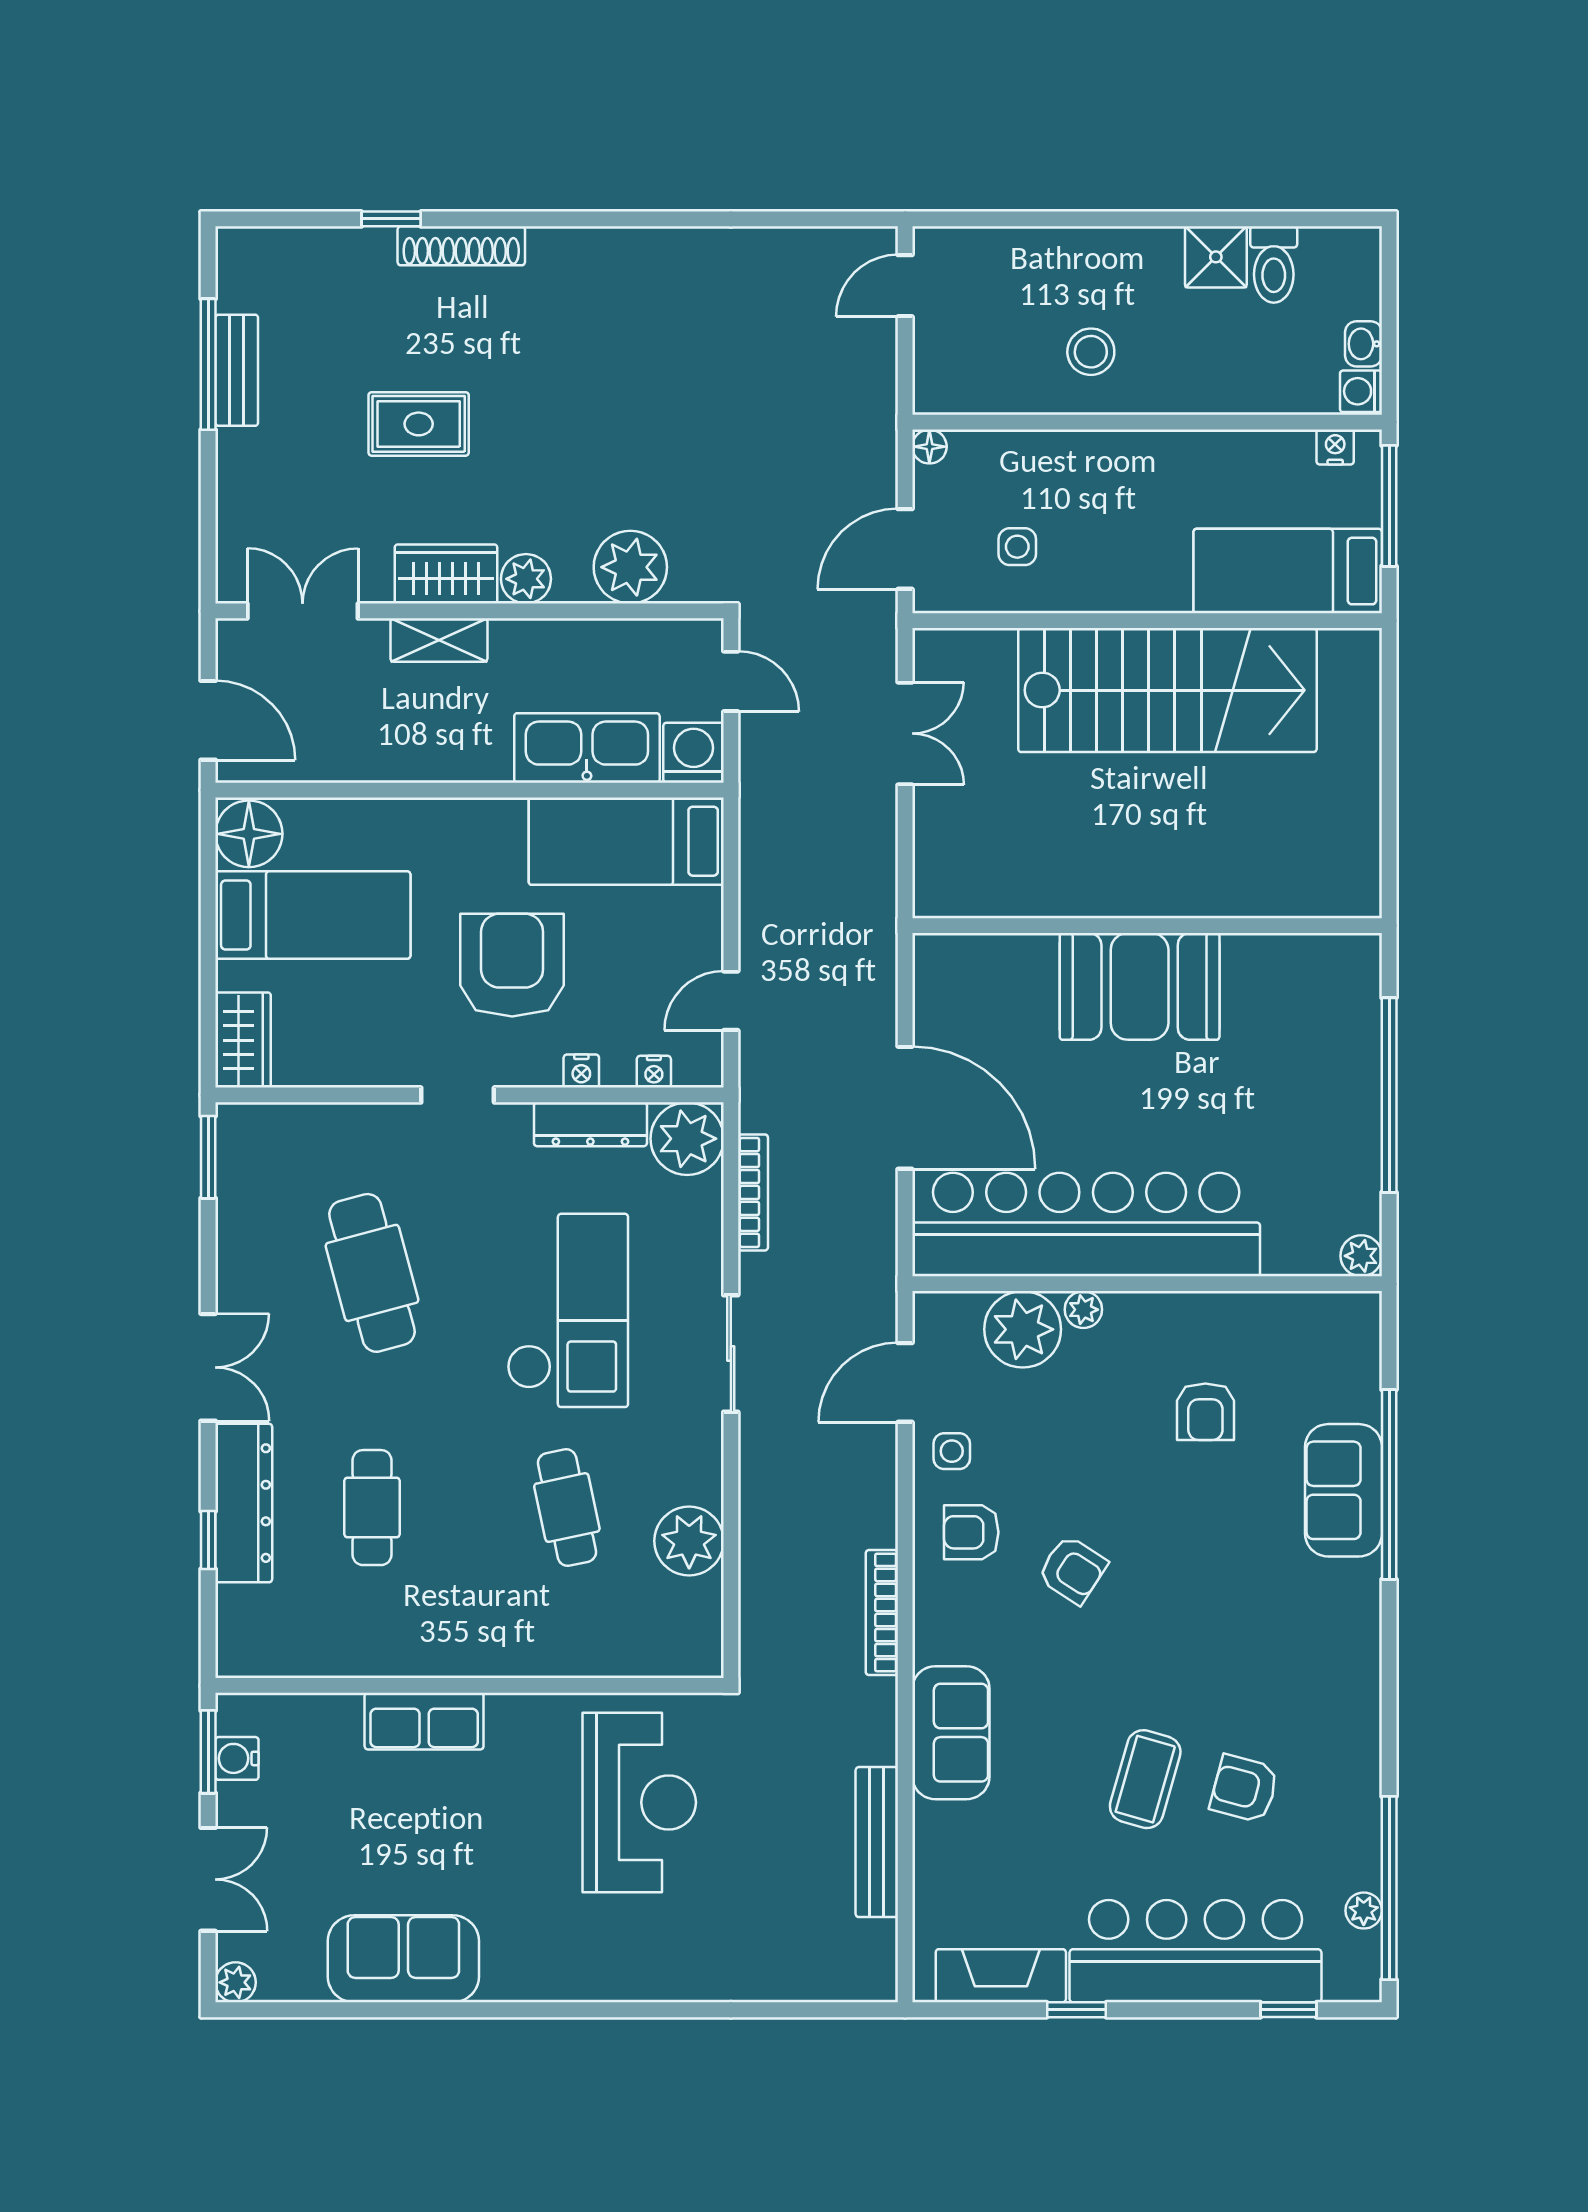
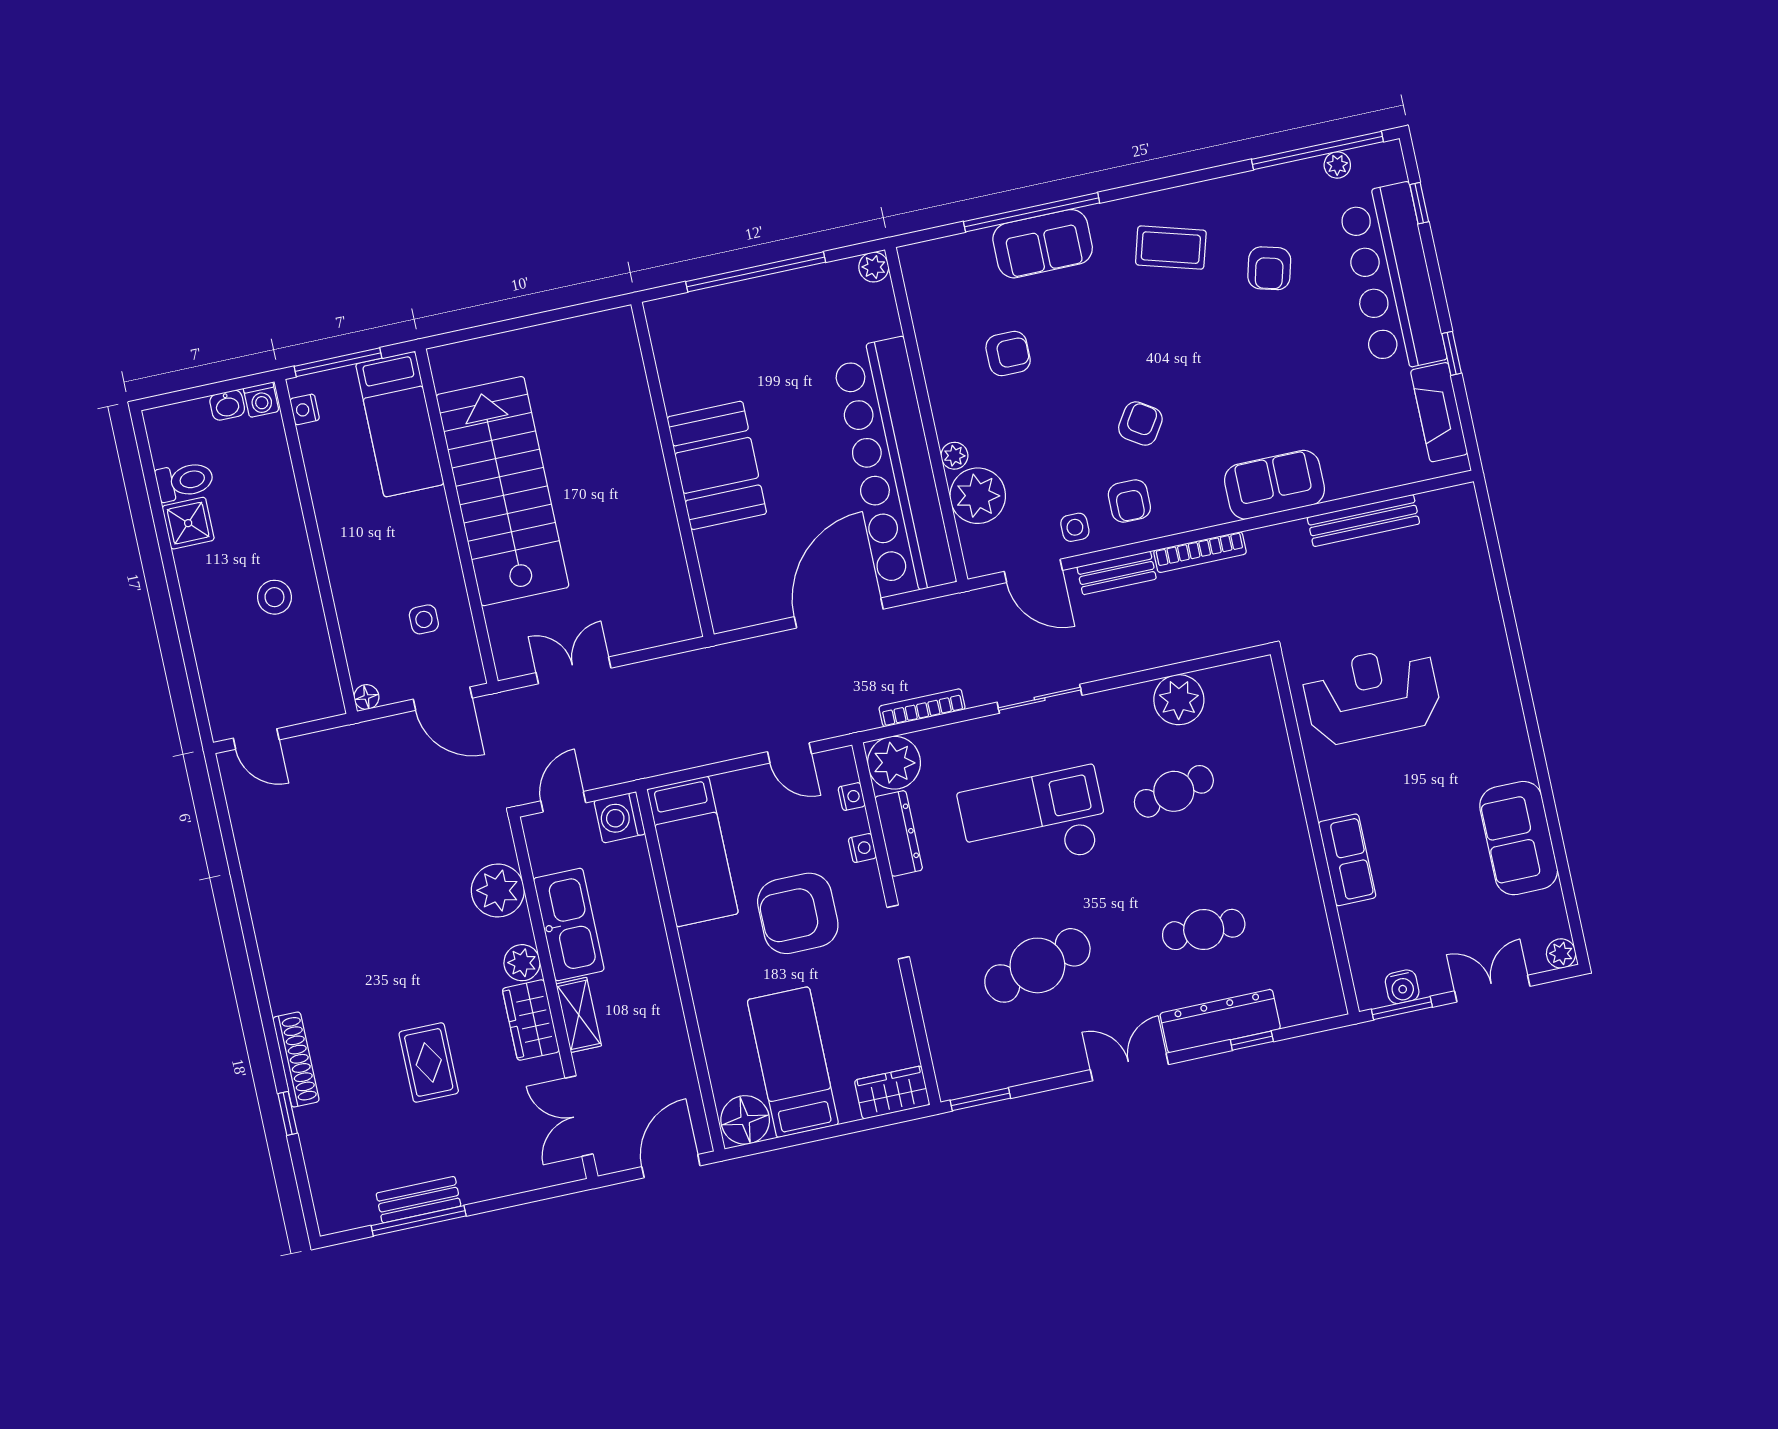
kitchen sink: (587, 748) -> (569, 924), moved, turned 180
bench: (878, 1494) -> (1117, 573), added
coffee table: (1145, 1779) -> (1171, 248), moved

